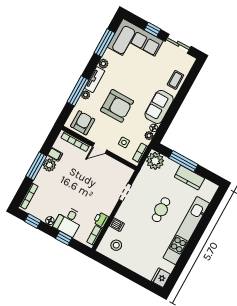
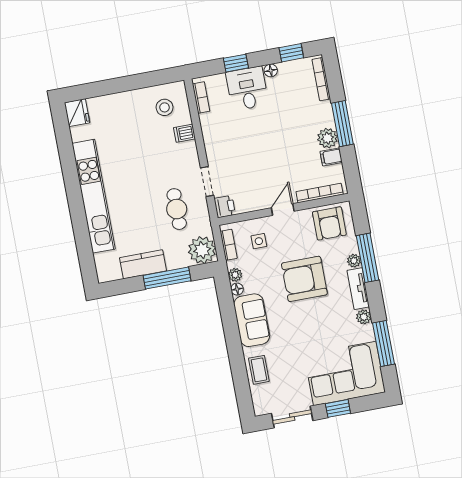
cafe table: (161, 210) -> (177, 209), moved
printer: (101, 220) -> (225, 207), moved

